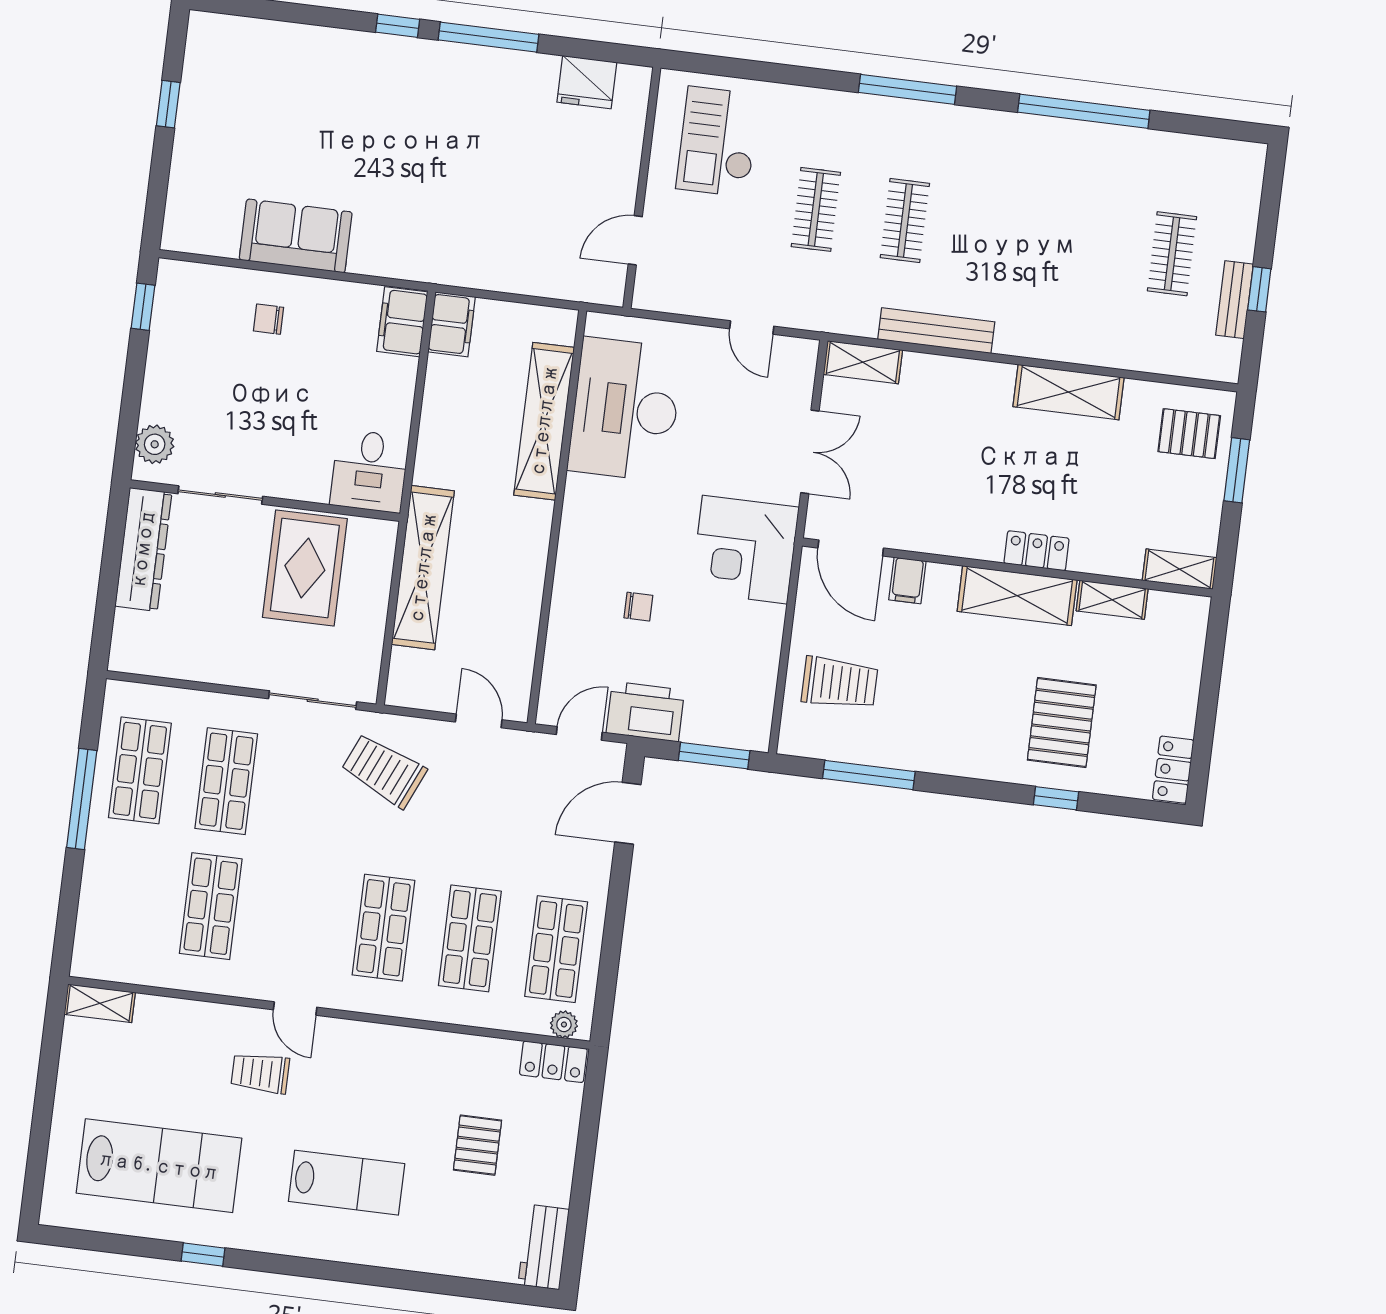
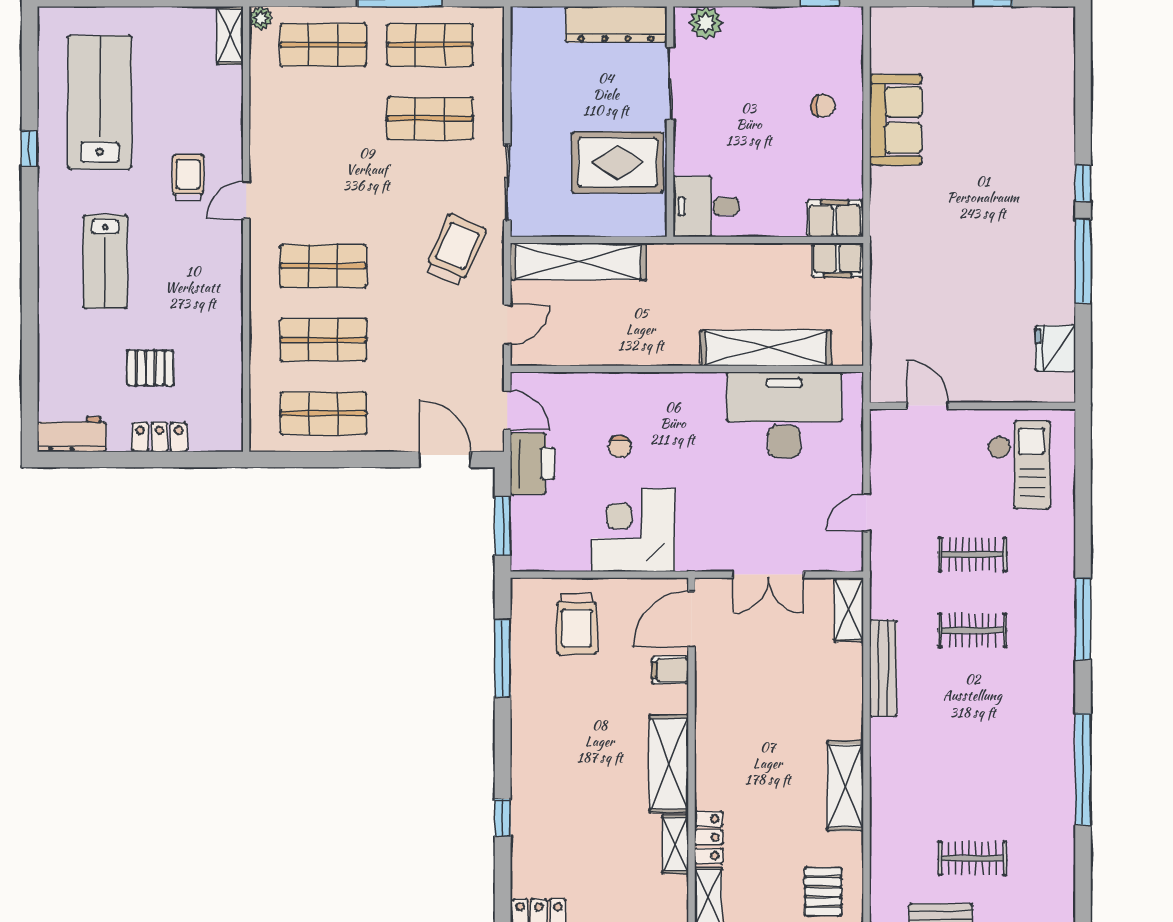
checkout: (718, 142) -> (1019, 465), turned 90
chair: (268, 319) -> (823, 106), turned 90
corner desk: (745, 550) -> (633, 530), moved
locker: (1036, 551) -> (709, 837), moved
shelving: (423, 568) -> (578, 261), moved
pallet: (1062, 723) -> (567, 815), removed
shop shelf: (211, 906) -> (323, 45), moved
plant: (564, 1024) -> (261, 18), moved
locker: (553, 1062) -> (160, 437), moved, turned 90
lab bench: (159, 1166) -> (100, 102), turned 180

